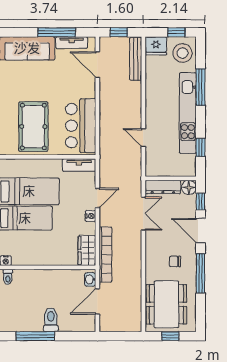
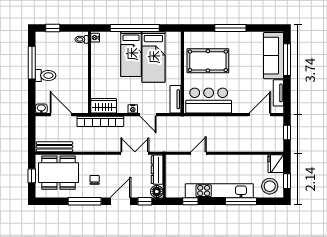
window: (57, 32) -> (287, 60), moved
bench: (136, 59) -> (54, 147), moved
double door: (143, 214) -> (135, 153), swing flipped
washbasin: (90, 279) -> (41, 109), moved

